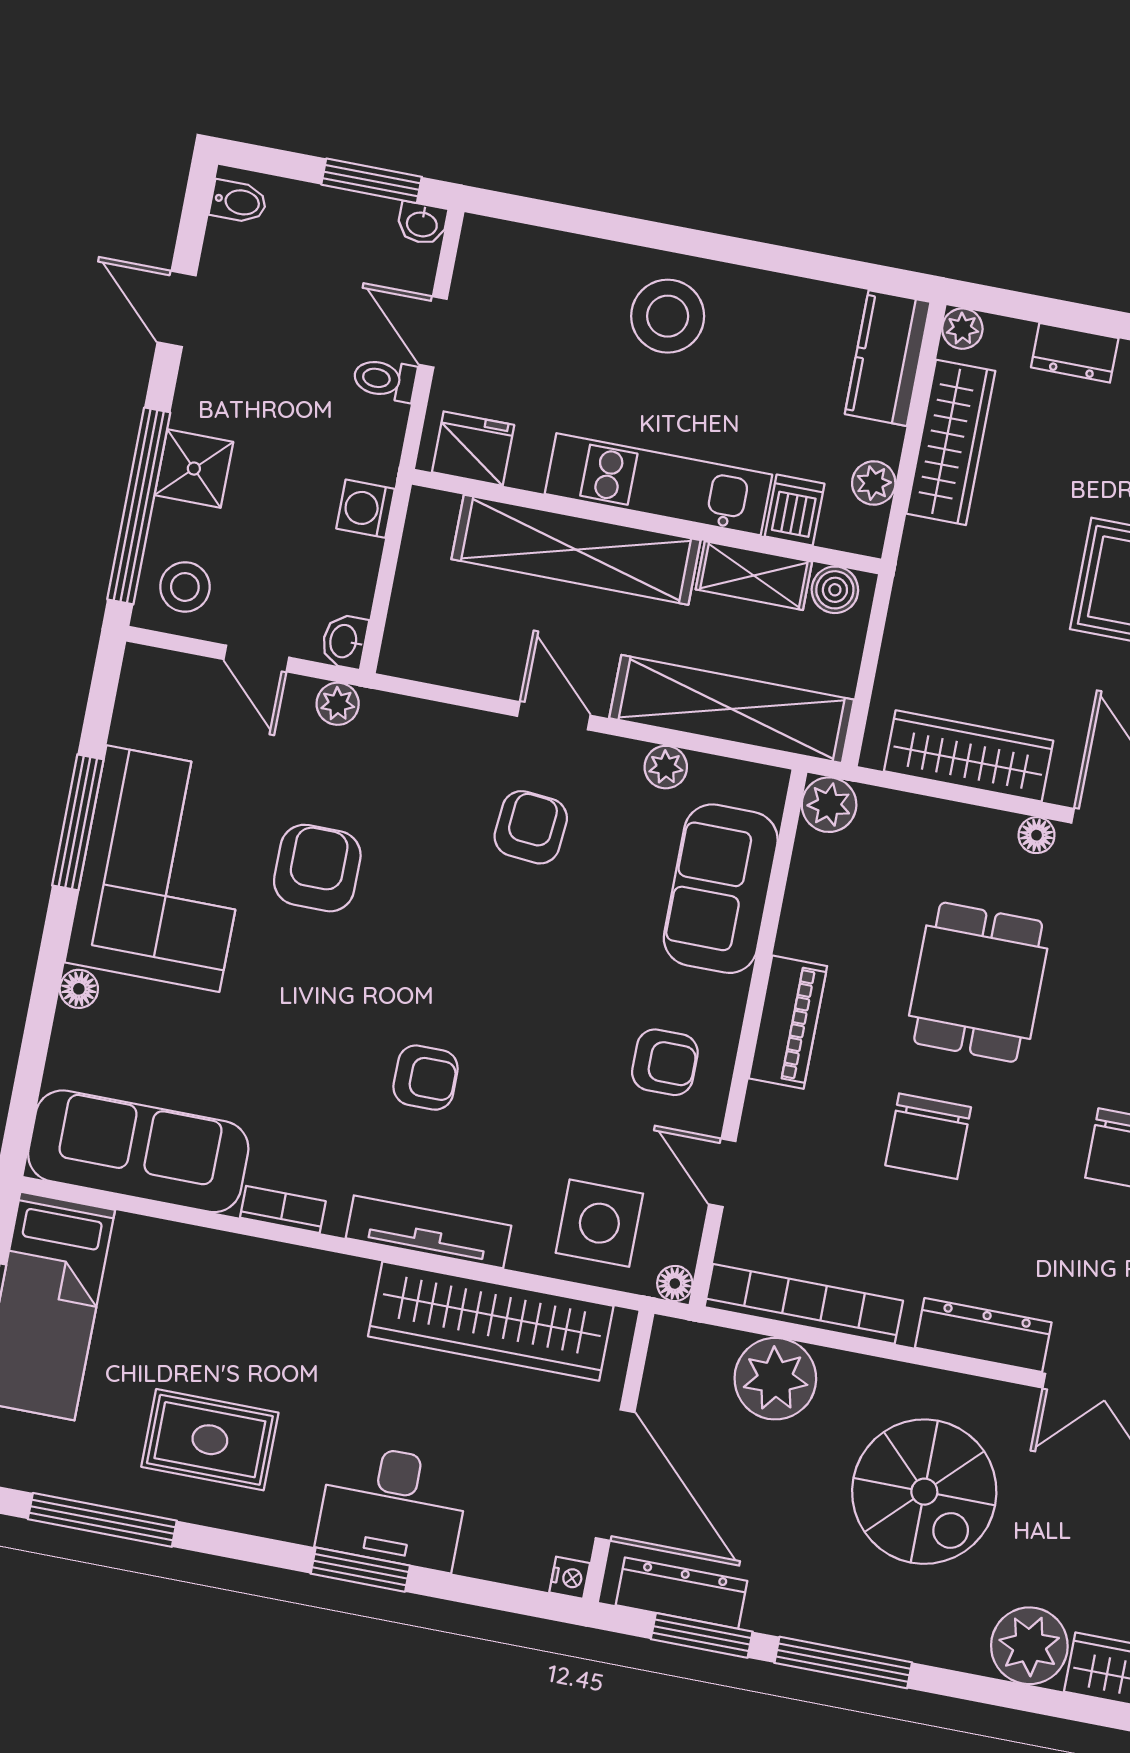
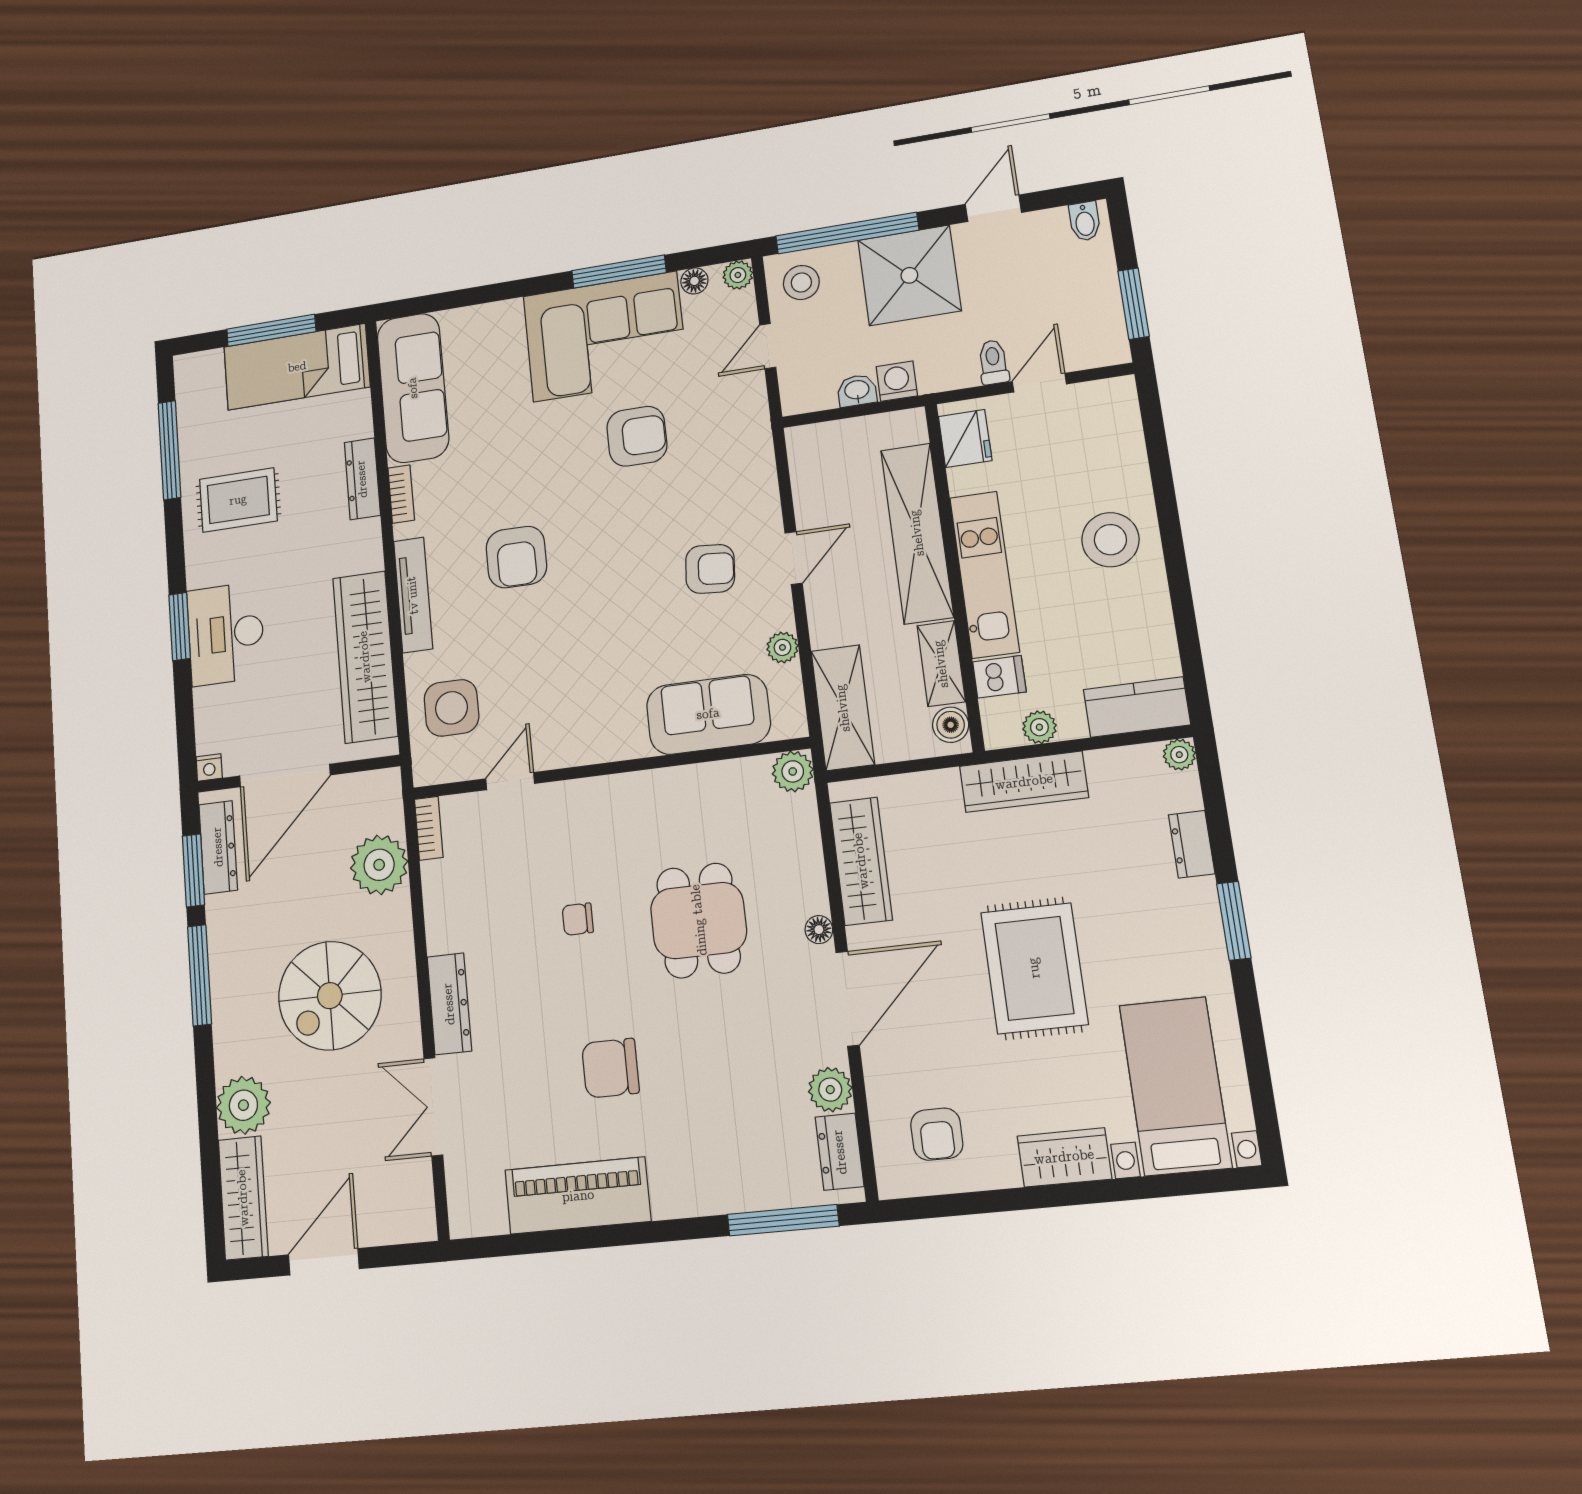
washbasin: (422, 223) -> (1115, 348), removed
wardrobe: (951, 442) -> (1024, 782), moved
shower: (194, 469) -> (909, 275), width x1.86, depth x1.86
washbasin: (344, 641) -> (857, 391), moved
plant: (338, 704) -> (738, 275), moved
shelving: (732, 709) -> (843, 708), width x0.68
dining table: (978, 982) -> (699, 920), turned 90
floor lamp: (79, 989) -> (694, 281), moved
piano: (788, 1022) -> (629, 793), removed
armchair: (665, 1062) -> (575, 716), removed
armchair: (426, 1078) -> (516, 557), width x1.38, depth x1.38
chair: (928, 1136) -> (578, 919), width x0.54, depth x0.54
dresser: (242, 1257) -> (362, 479), added
floor lamp: (675, 1283) -> (425, 773), removed
bookcase: (804, 1304) -> (429, 828), width x0.43, depth x0.76
rug: (210, 1440) -> (238, 500), turned 90

